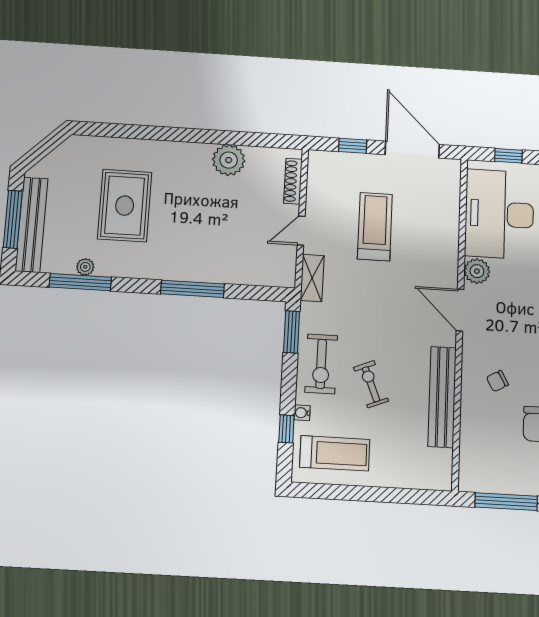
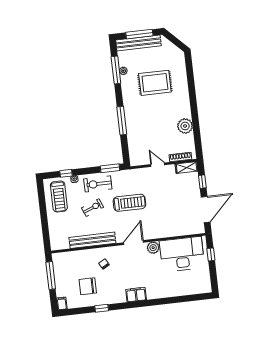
treadmill: (375, 227) -> (129, 203), moved
shelving: (312, 278) -> (187, 168), moved

